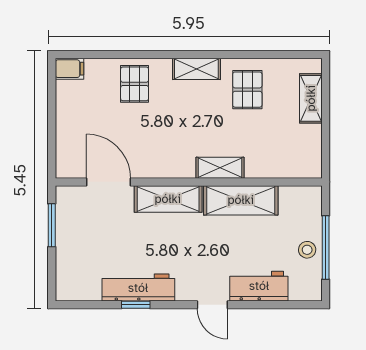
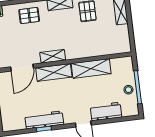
pallet: (135, 84) -> (29, 16), turned 90
shelving: (220, 168) -> (53, 56), moved
door: (109, 182) -> (22, 68), swing flipped

